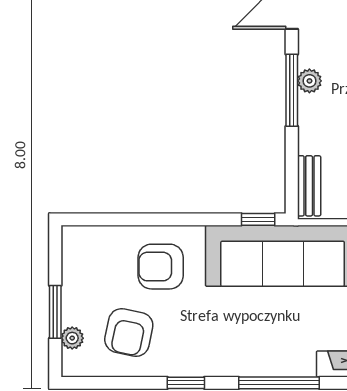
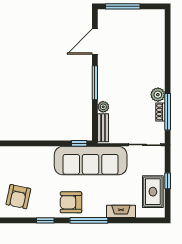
plant: (309, 81) -> (103, 107), moved
armchair: (161, 267) -> (71, 202), moved

